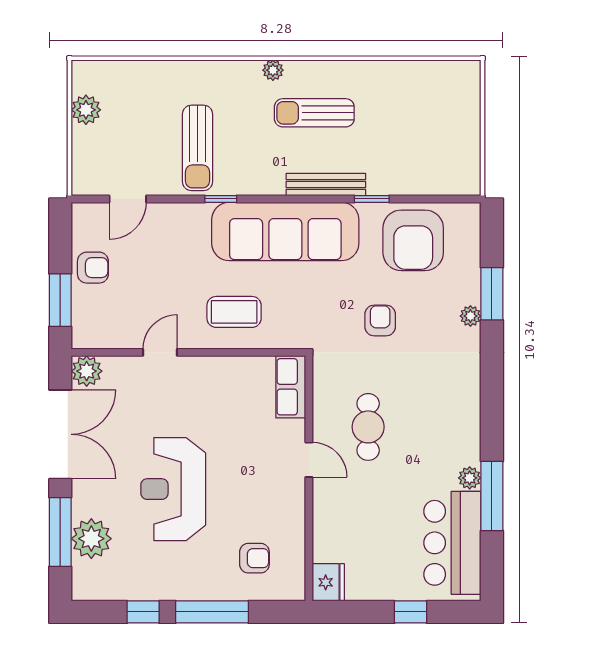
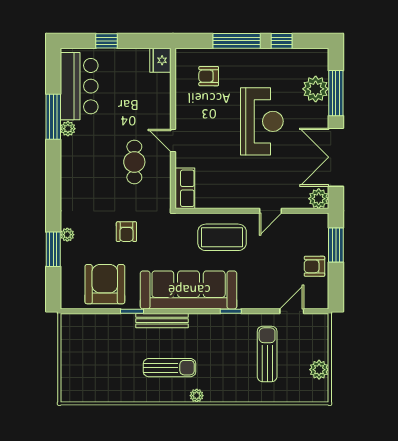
sun lounger: (198, 148) -> (267, 354), moved
coffee table: (234, 312) -> (222, 237), width x1.36, depth x1.32

